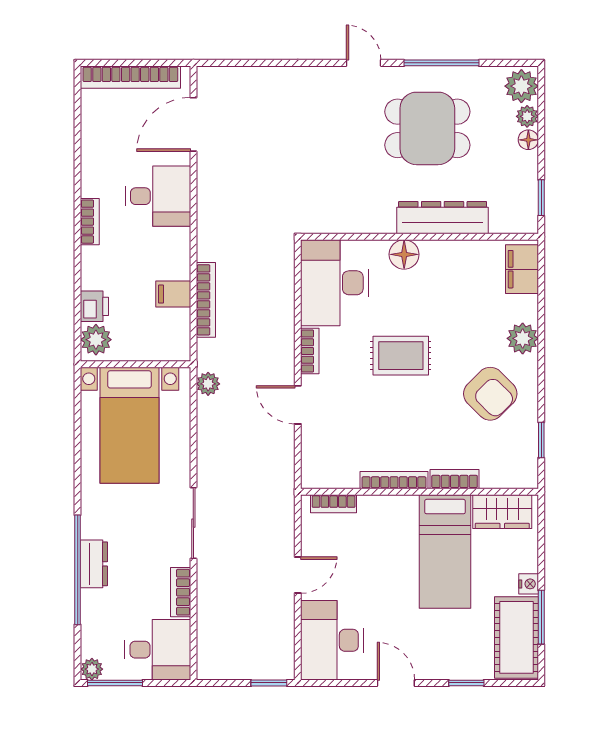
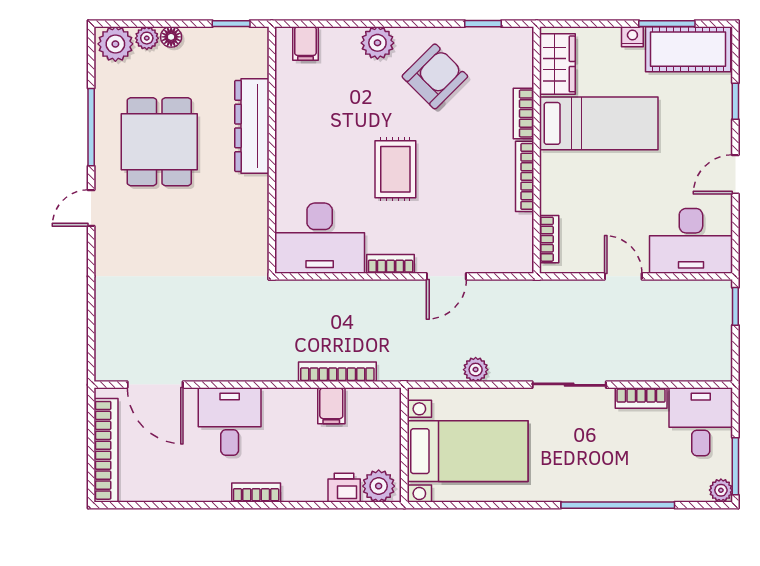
floor lamp: (404, 254) -> (290, 166), removed
filing cabinet: (522, 269) -> (305, 43), width x0.50
plant: (208, 384) -> (476, 370), moved
dresser: (94, 564) -> (612, 488), removed

